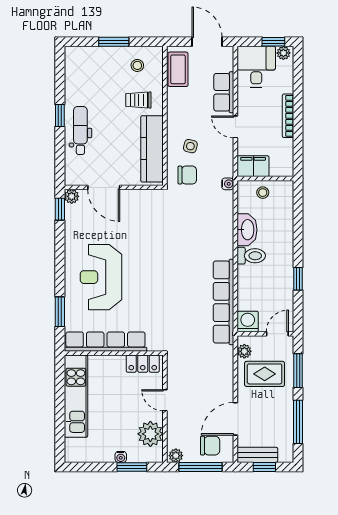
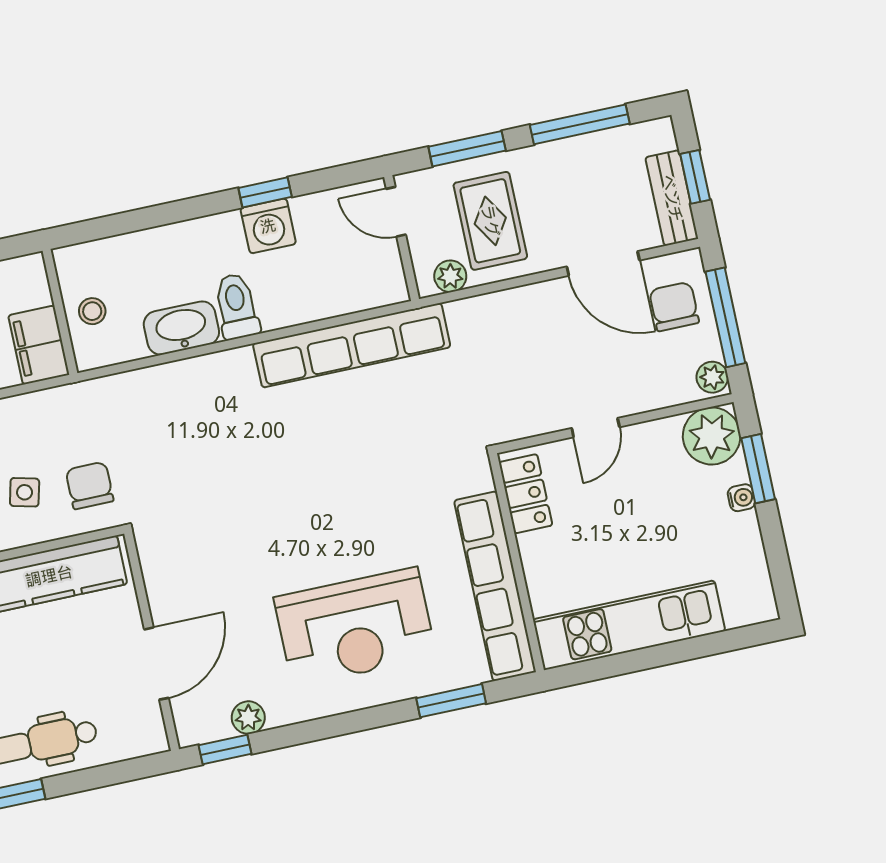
water cooler: (228, 184) -> (90, 392), removed
plant: (72, 196) -> (248, 718), moved
washing machine: (248, 322) -> (268, 226), moved, turned -90
plant: (150, 434) -> (712, 436), moved

